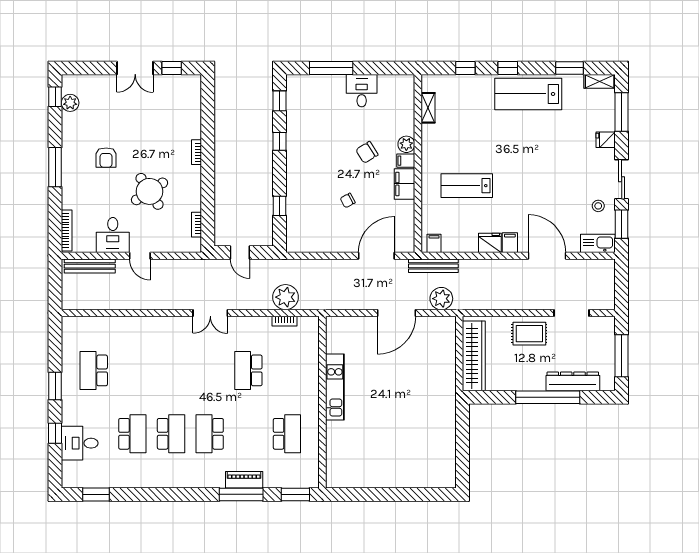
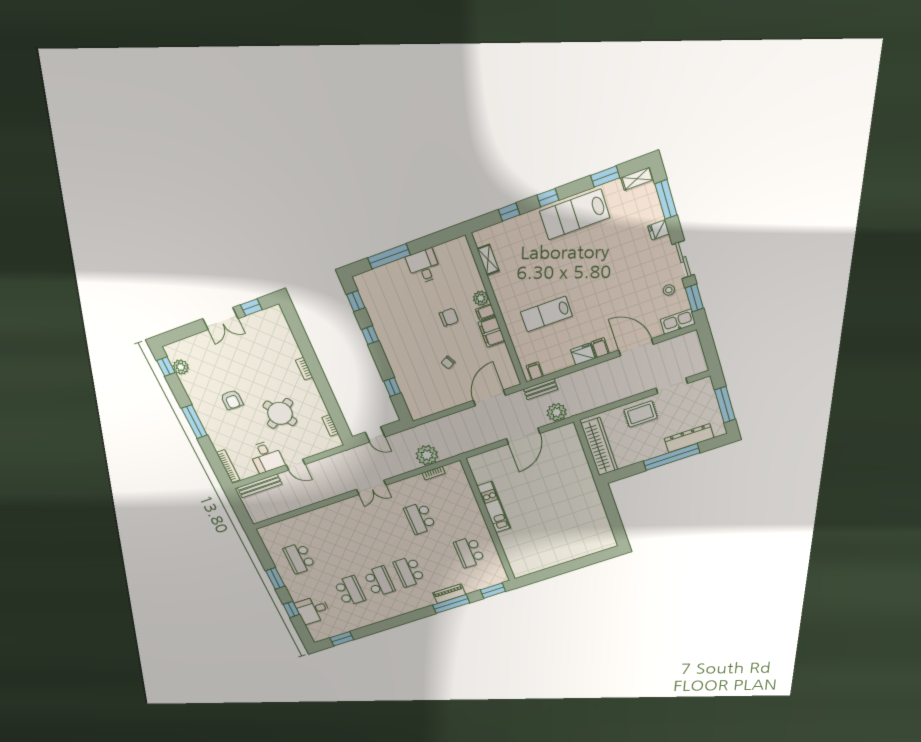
chair: (367, 152) -> (449, 317), turned -148
bench: (433, 266) -> (541, 389), width x0.73
school desk: (287, 434) -> (469, 552), turned 180

